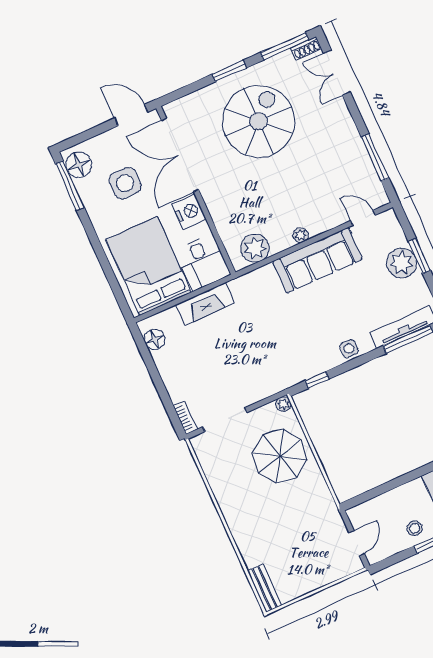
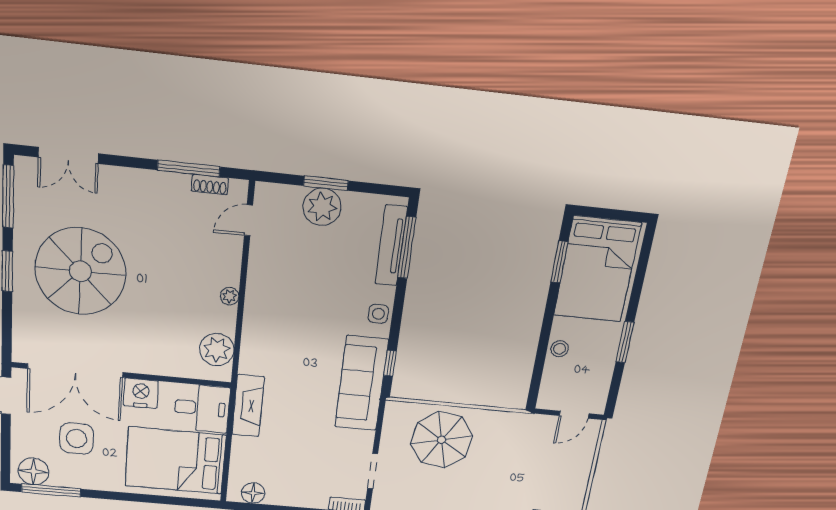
shoe rack: (306, 48) -> (210, 185), moved, turned 90
spiral stairs: (259, 121) -> (80, 271), turned 90
sofa: (318, 260) -> (361, 383), moved, turned 180
fireplace: (205, 304) -> (248, 406), moved
plant: (283, 404) -> (393, 409), removed
doorway: (225, 420) -> (373, 471), width x0.73
stool: (415, 528) -> (560, 349), moved
door: (357, 543) -> (574, 415), swing flipped

